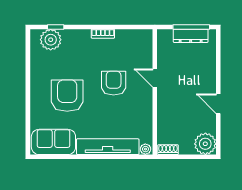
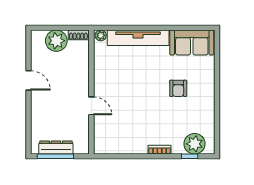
bookcase: (103, 34) -> (160, 150), moved
armchair: (114, 83) -> (132, 101), removed
armchair: (67, 96) -> (178, 88), width x0.53, depth x0.53
plant: (205, 144) -> (56, 41), moved

